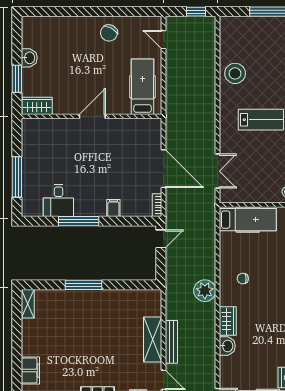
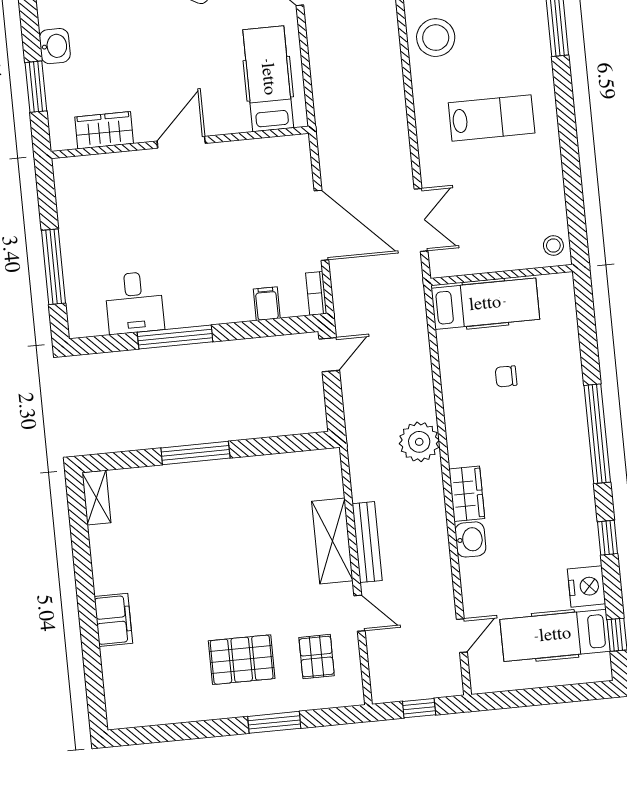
wardrobe: (37, 106) -> (104, 130), moved
filing cabinet: (113, 208) -> (267, 304), moved
chair: (243, 279) -> (506, 376), moved

